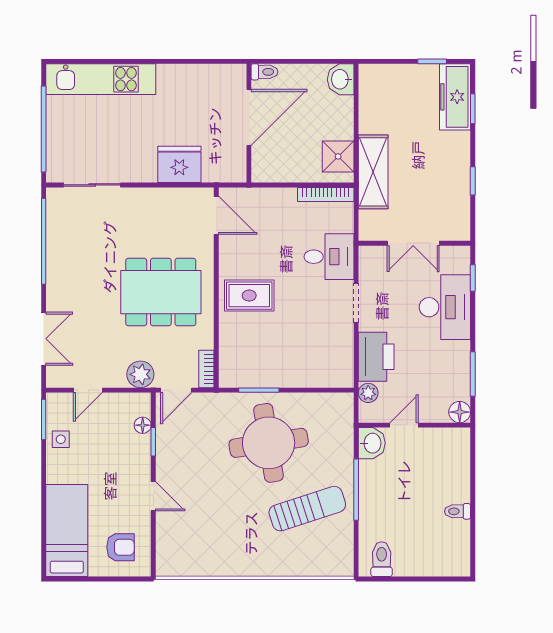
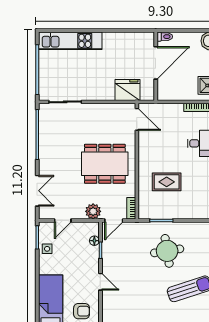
fridge: (179, 164) -> (127, 90), moved
rug: (249, 296) -> (167, 182), moved
round table: (269, 443) -> (167, 251), width x0.73, depth x0.73

